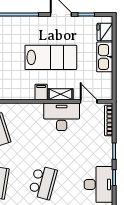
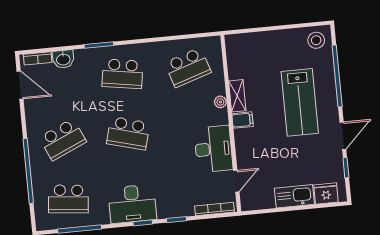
lab bench: (51, 57) -> (300, 102), moved
shelving: (60, 94) -> (237, 96), moved
plant: (25, 108) -> (220, 102), added

